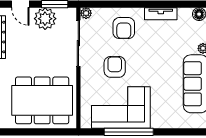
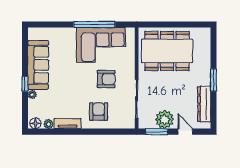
plant: (86, 13) -> (49, 124), moved
armchair: (115, 67) -> (106, 79), turned -90

